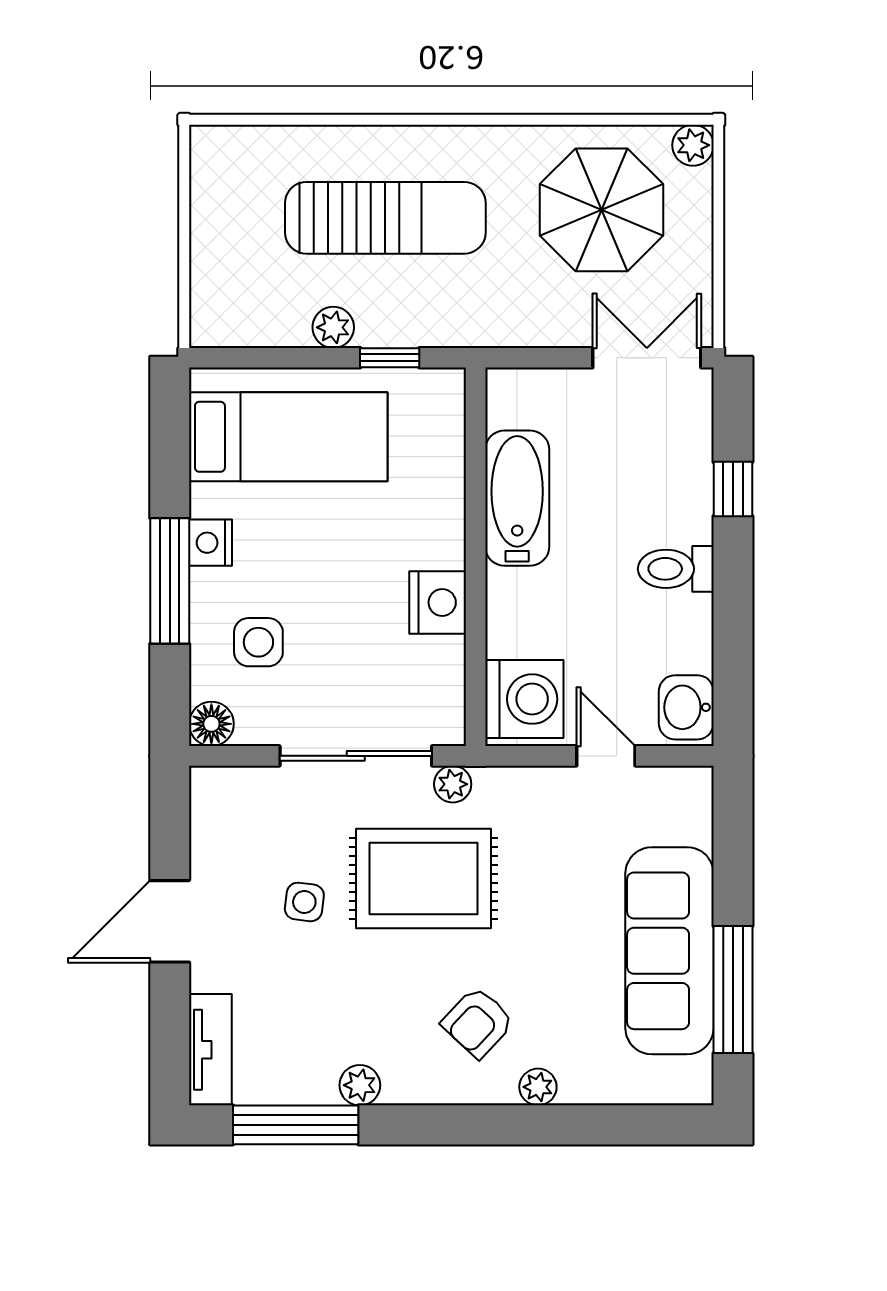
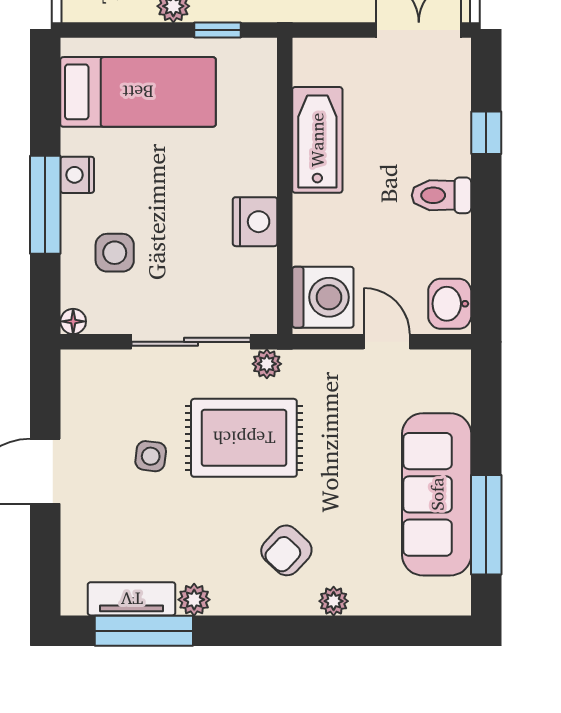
floor lamp: (211, 724) -> (73, 321), width x0.73, depth x0.73
tv unit: (210, 1050) -> (132, 599), moved, turned -90

